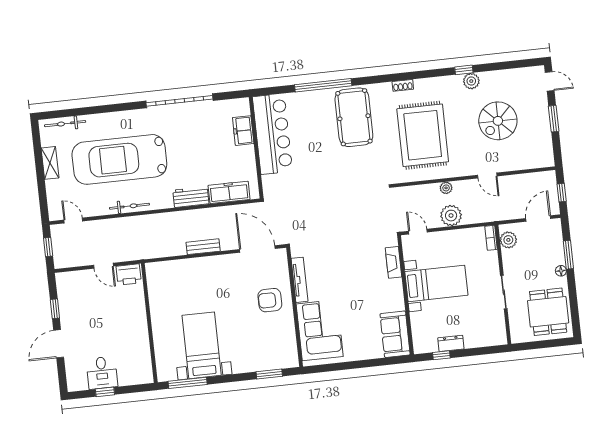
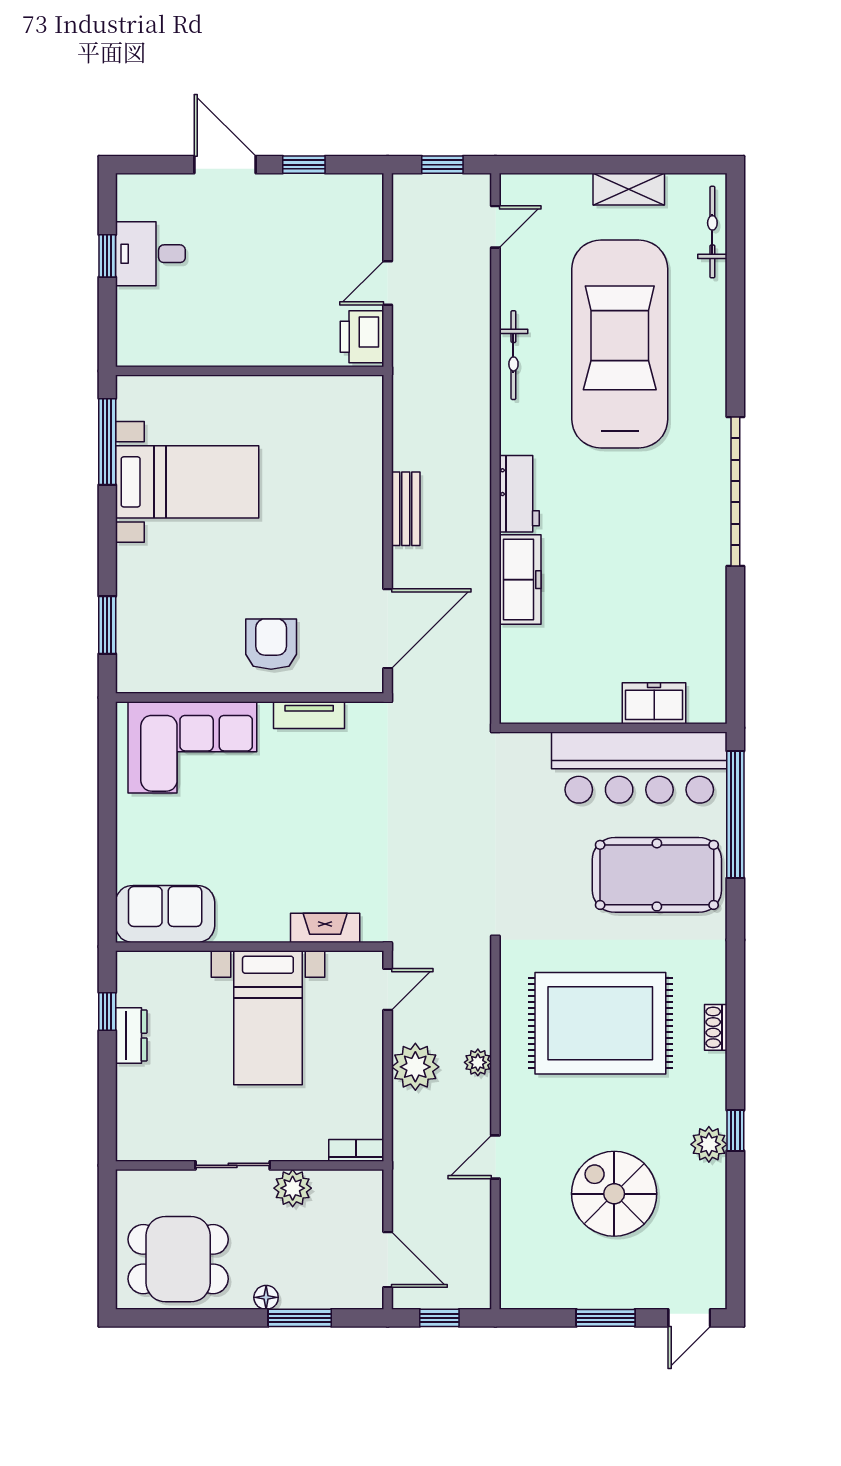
shoe rack: (403, 85) -> (716, 1027), moved
freezer: (243, 131) -> (654, 703), moved
bar counter: (273, 134) -> (639, 768), moved
wall: (256, 148) -> (613, 728), moved
plant: (508, 240) -> (293, 1188), moved
tv unit: (300, 280) -> (309, 715), width x0.71

